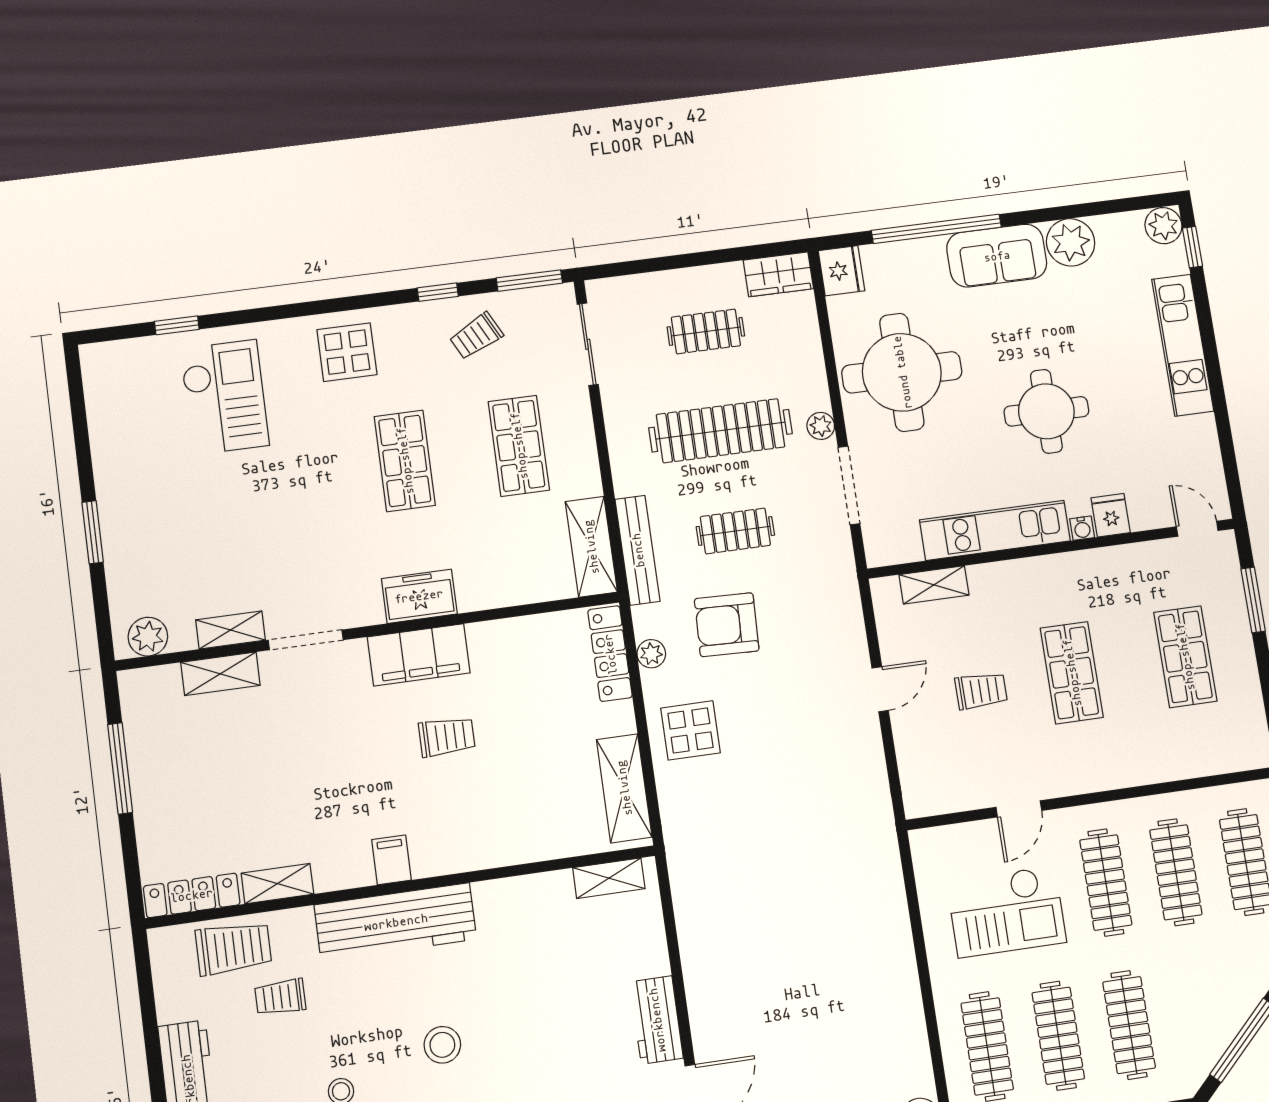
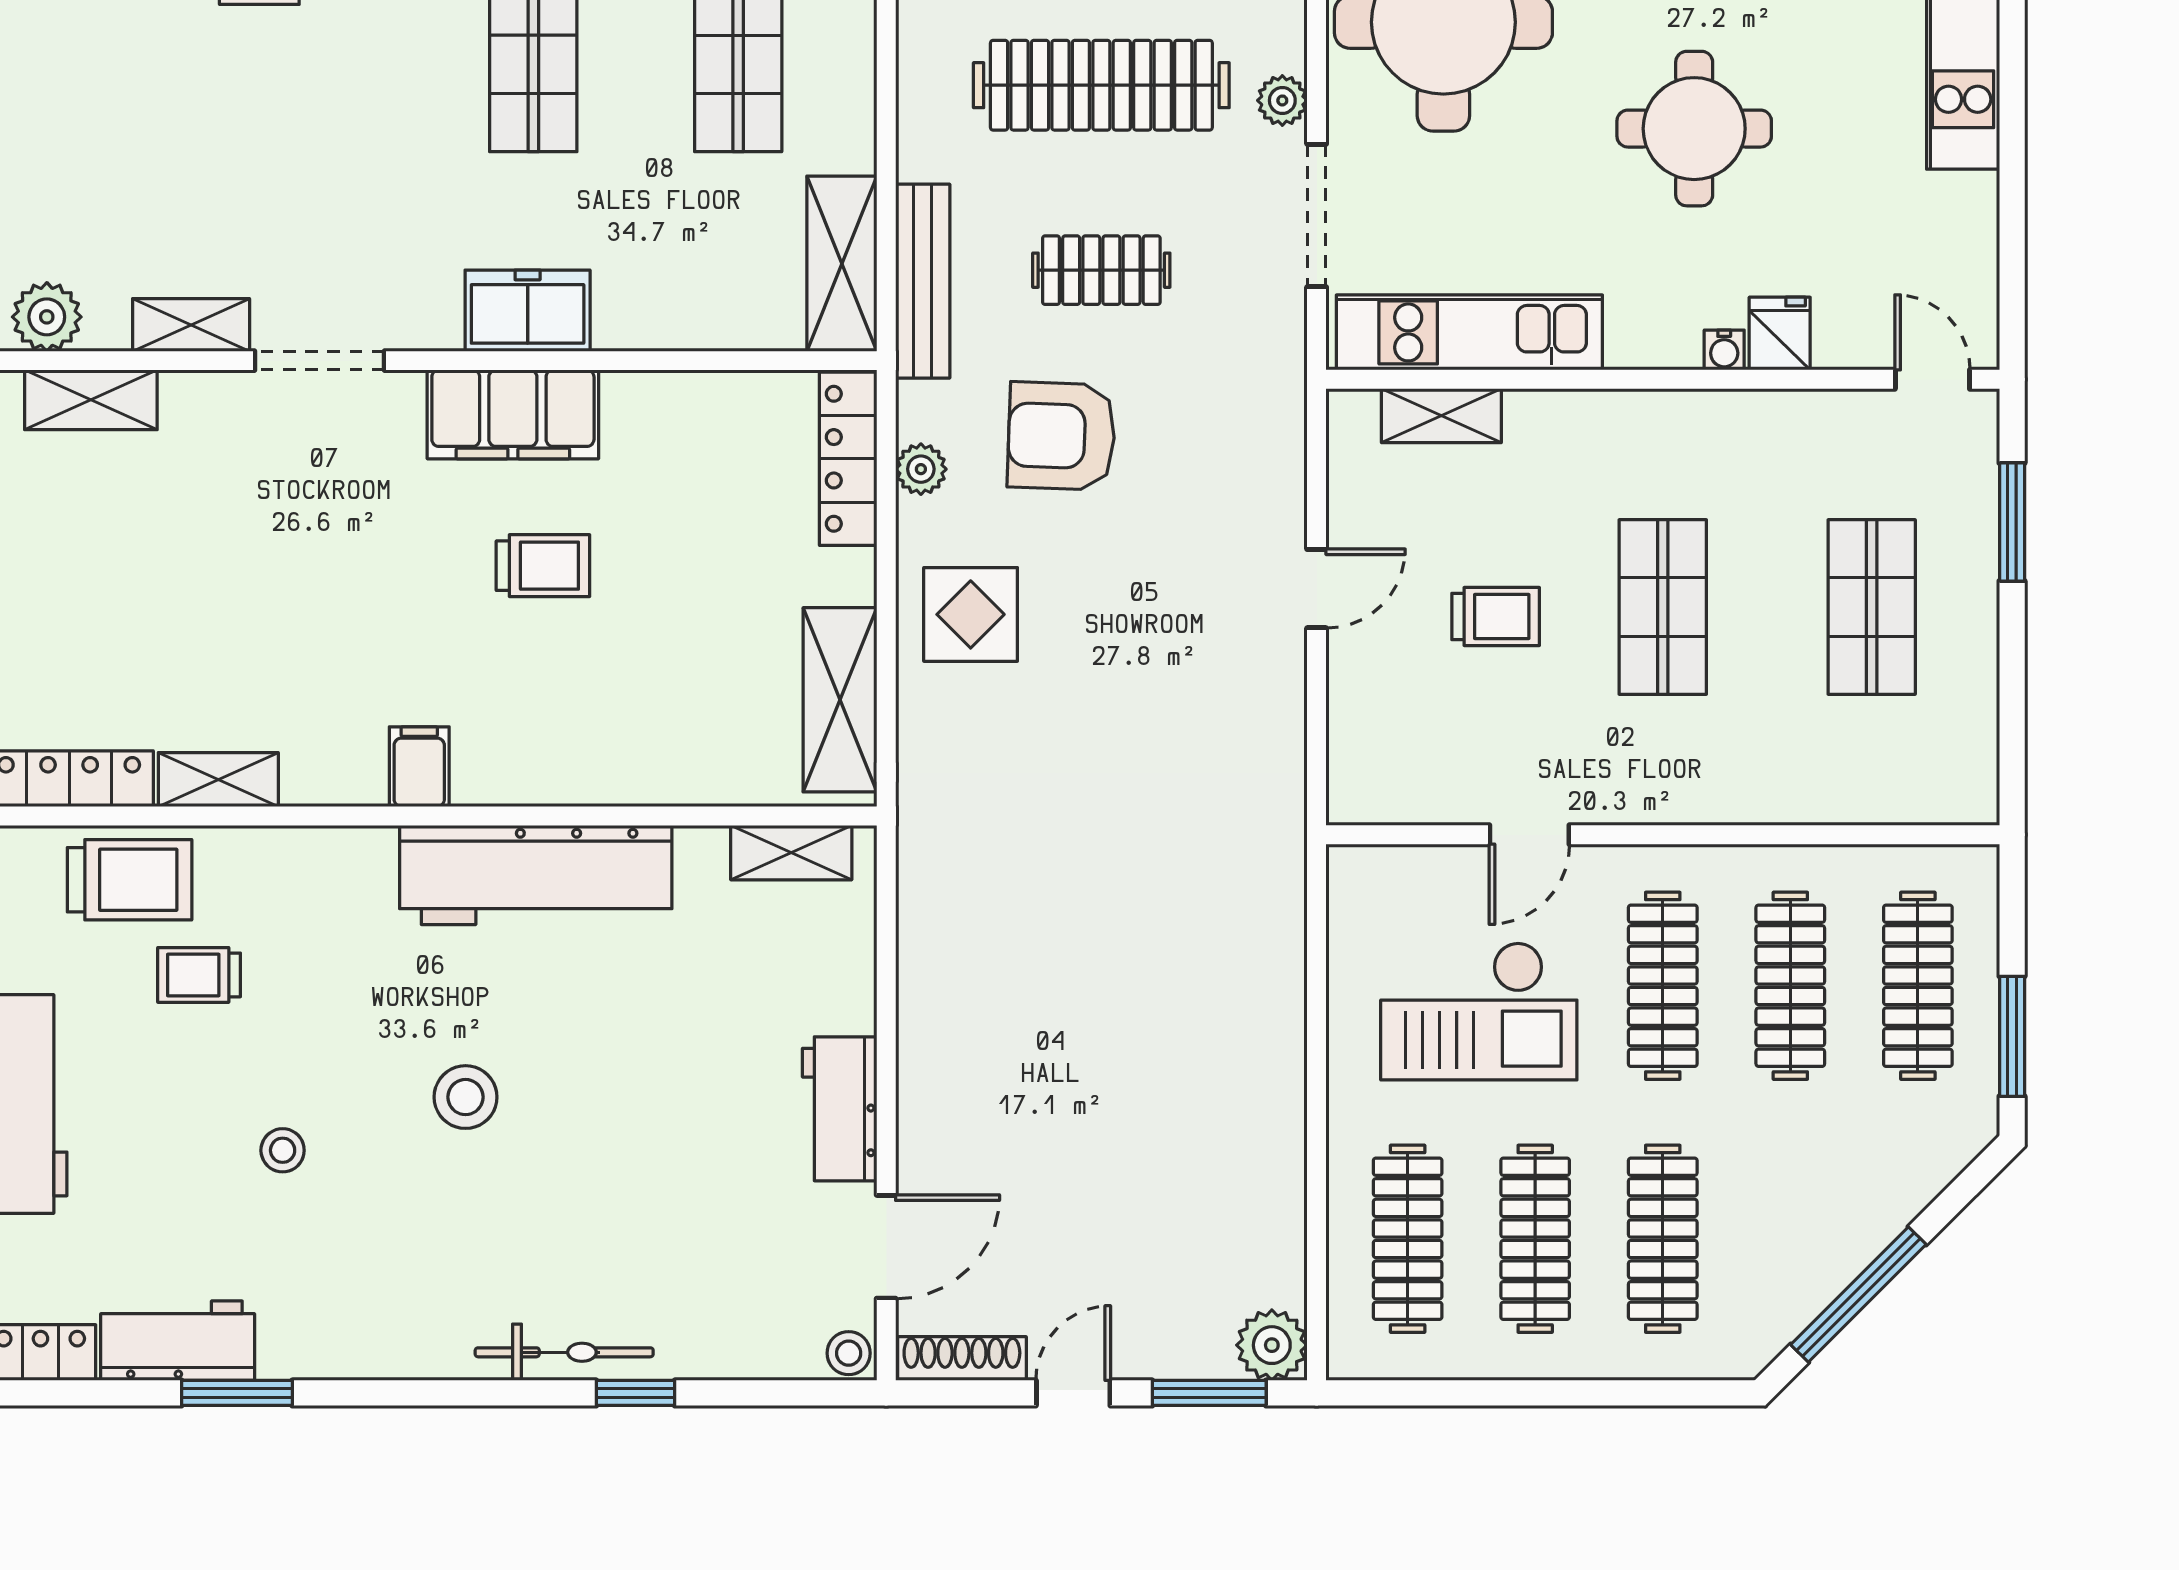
kitchen unit: (995, 530) -> (1469, 332), moved
shelving: (220, 674) -> (91, 400), moved
workbench: (396, 922) -> (536, 875), moved

